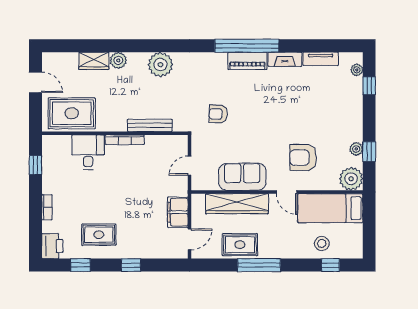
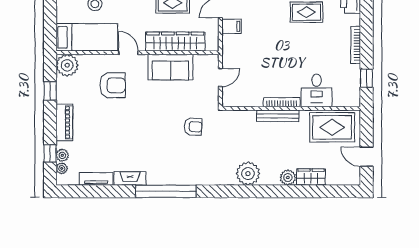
piano: (247, 61) -> (64, 122), moved, turned 90
bench: (150, 125) -> (278, 116), moved
plant: (356, 149) -> (62, 155), moved
bookcase: (47, 207) -> (356, 45), width x1.56
filing cabinet: (178, 212) -> (231, 26), width x0.50

